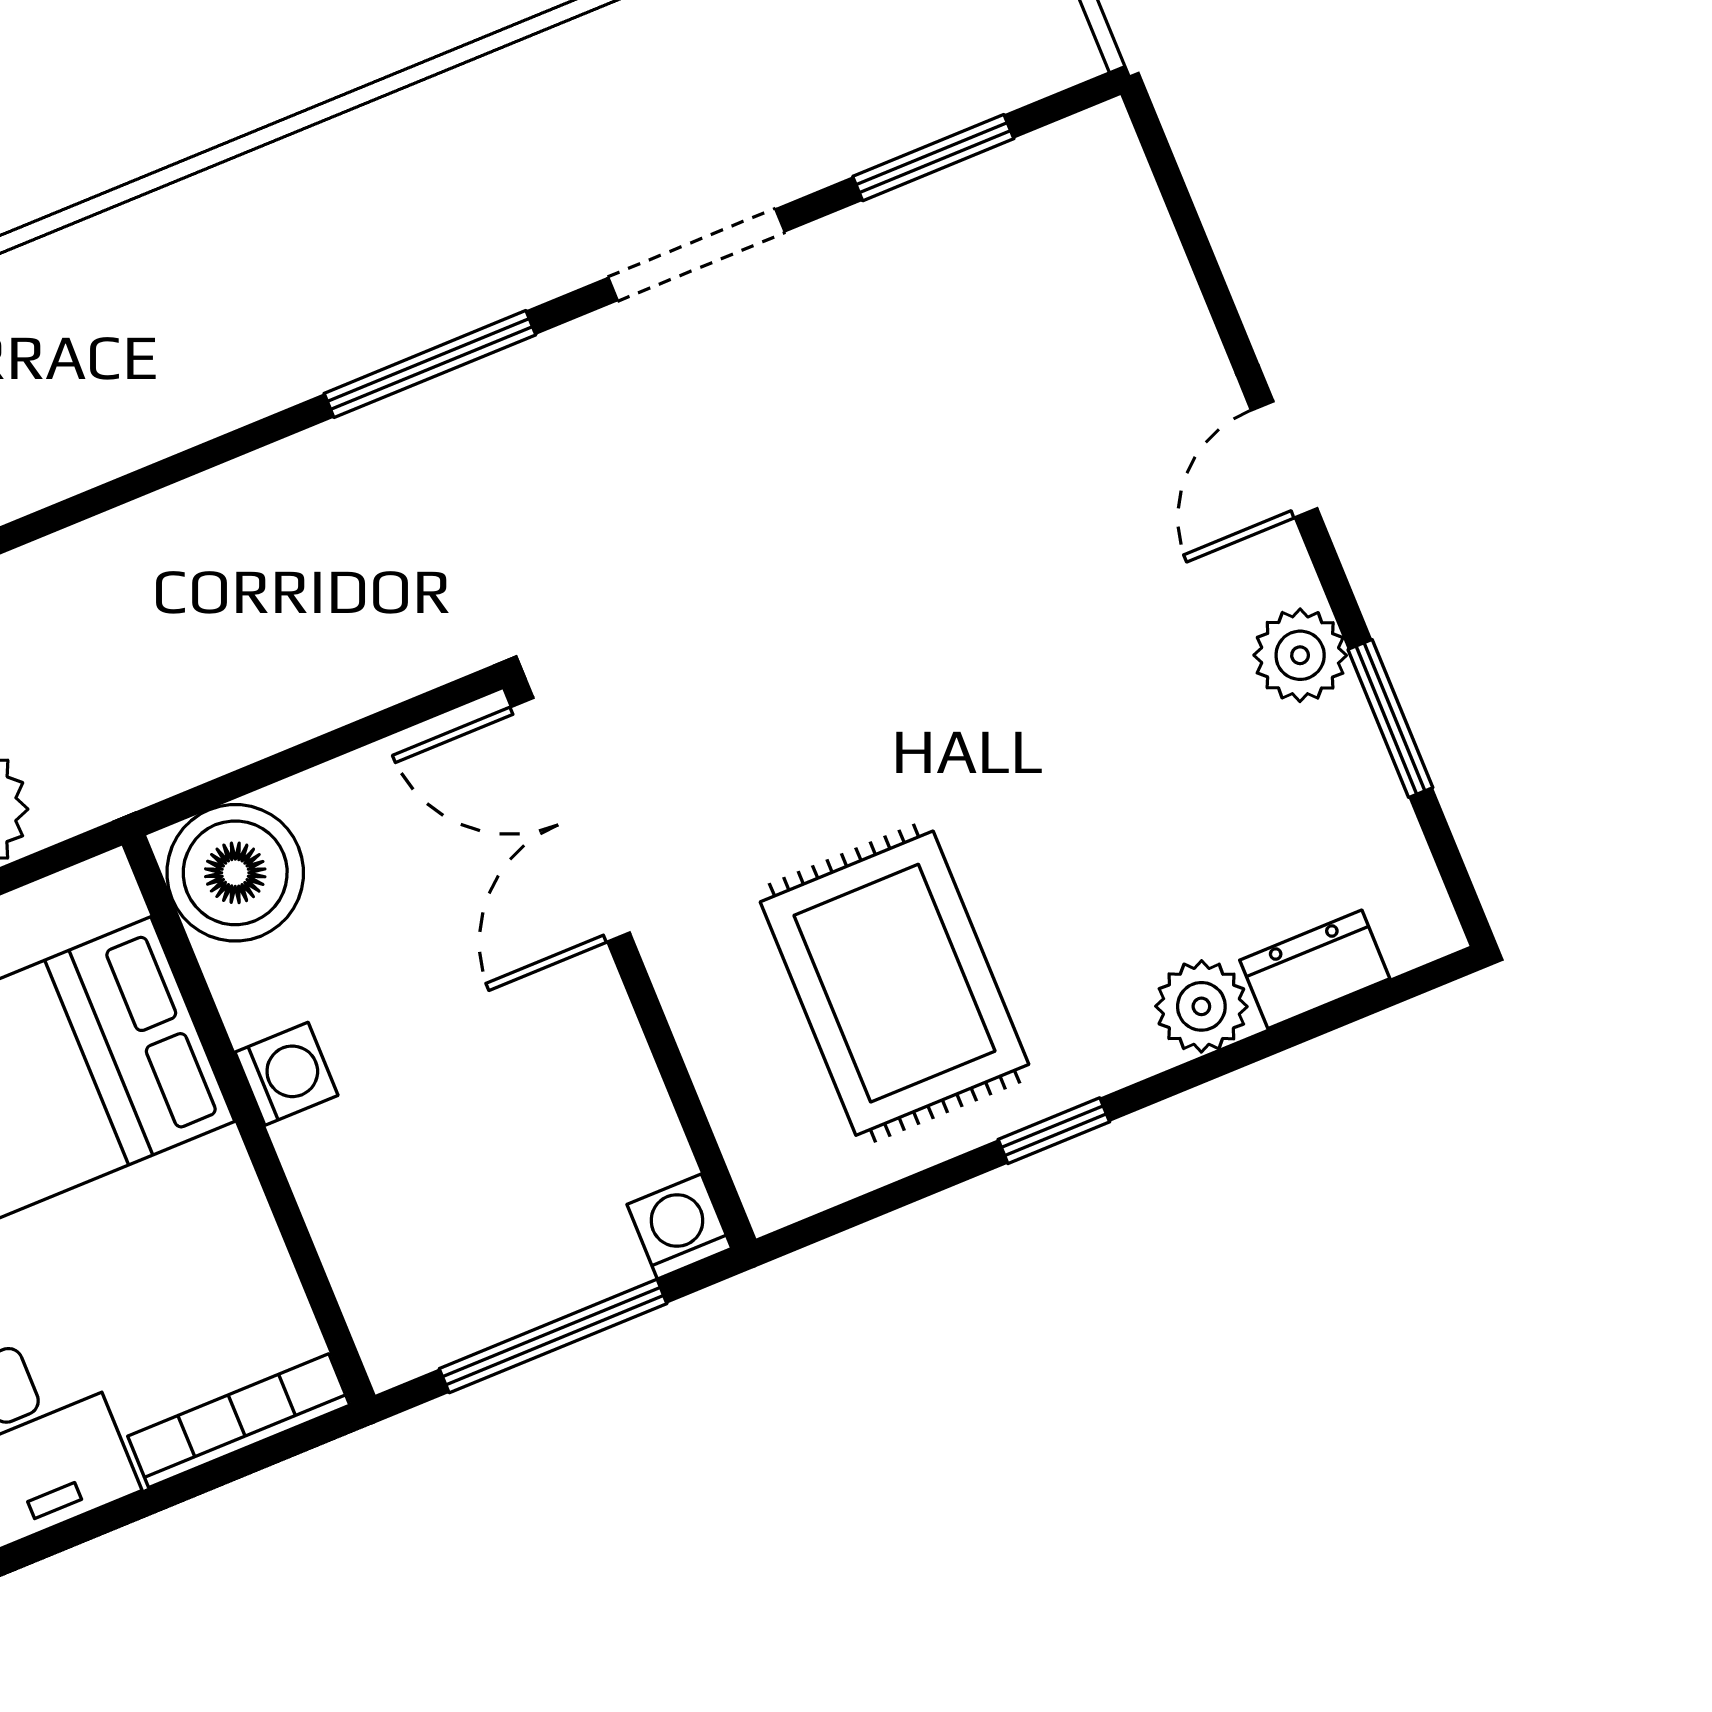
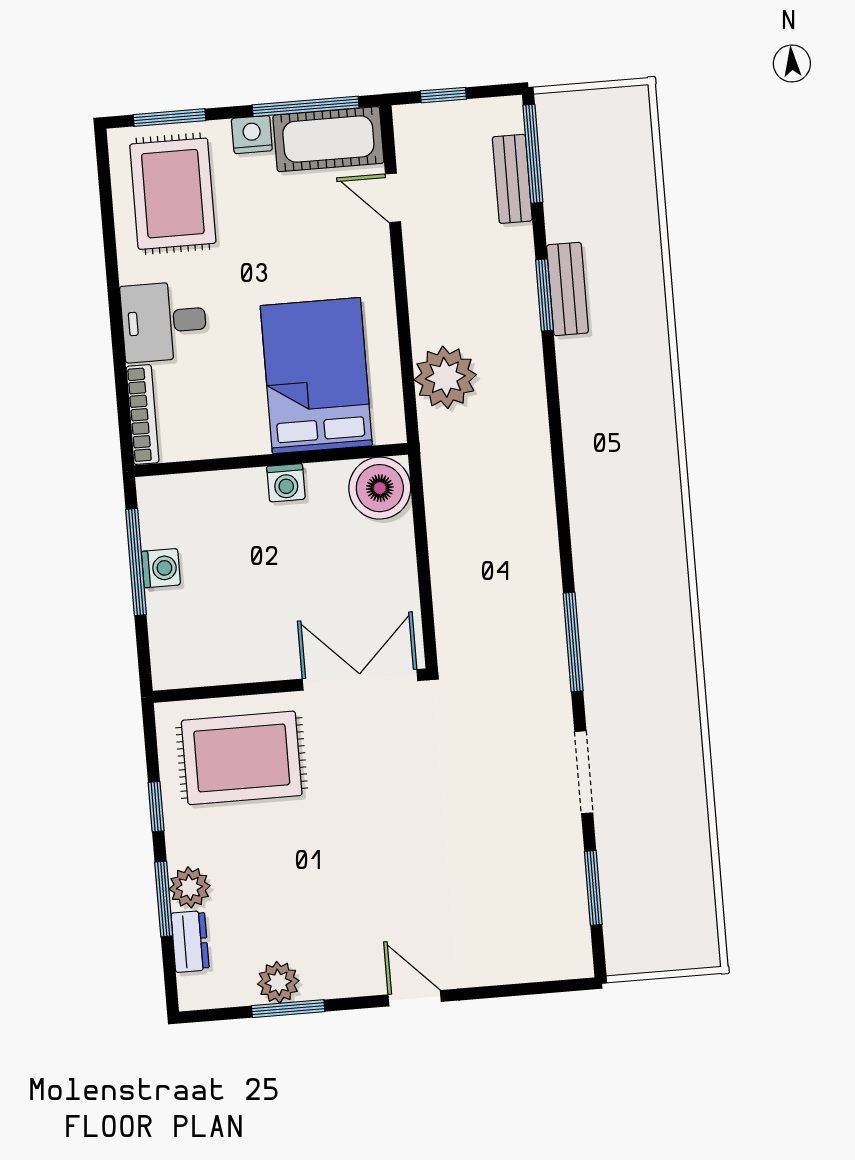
plant: (1300, 655) -> (278, 982), moved
double door: (570, 820) -> (360, 680), moved
wall: (629, 964) -> (290, 686), moved
window: (1243, 1053) -> (164, 899), added
washing machine: (679, 1226) -> (161, 568), moved

